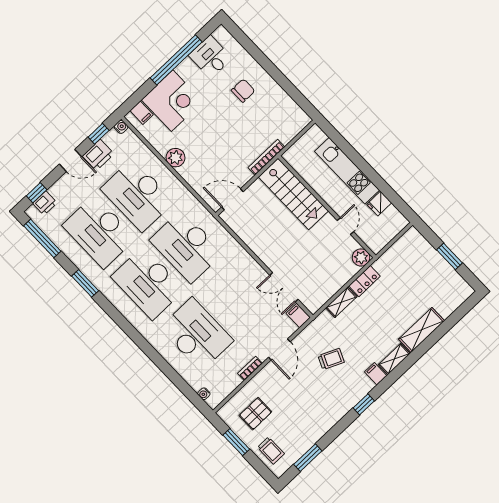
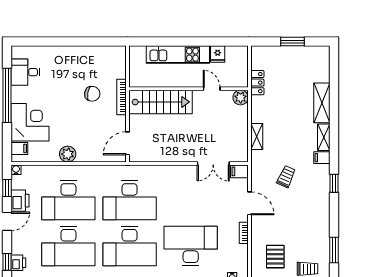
chair: (243, 91) -> (92, 94), moved, turned 100
locker: (364, 281) -> (257, 83), moved

